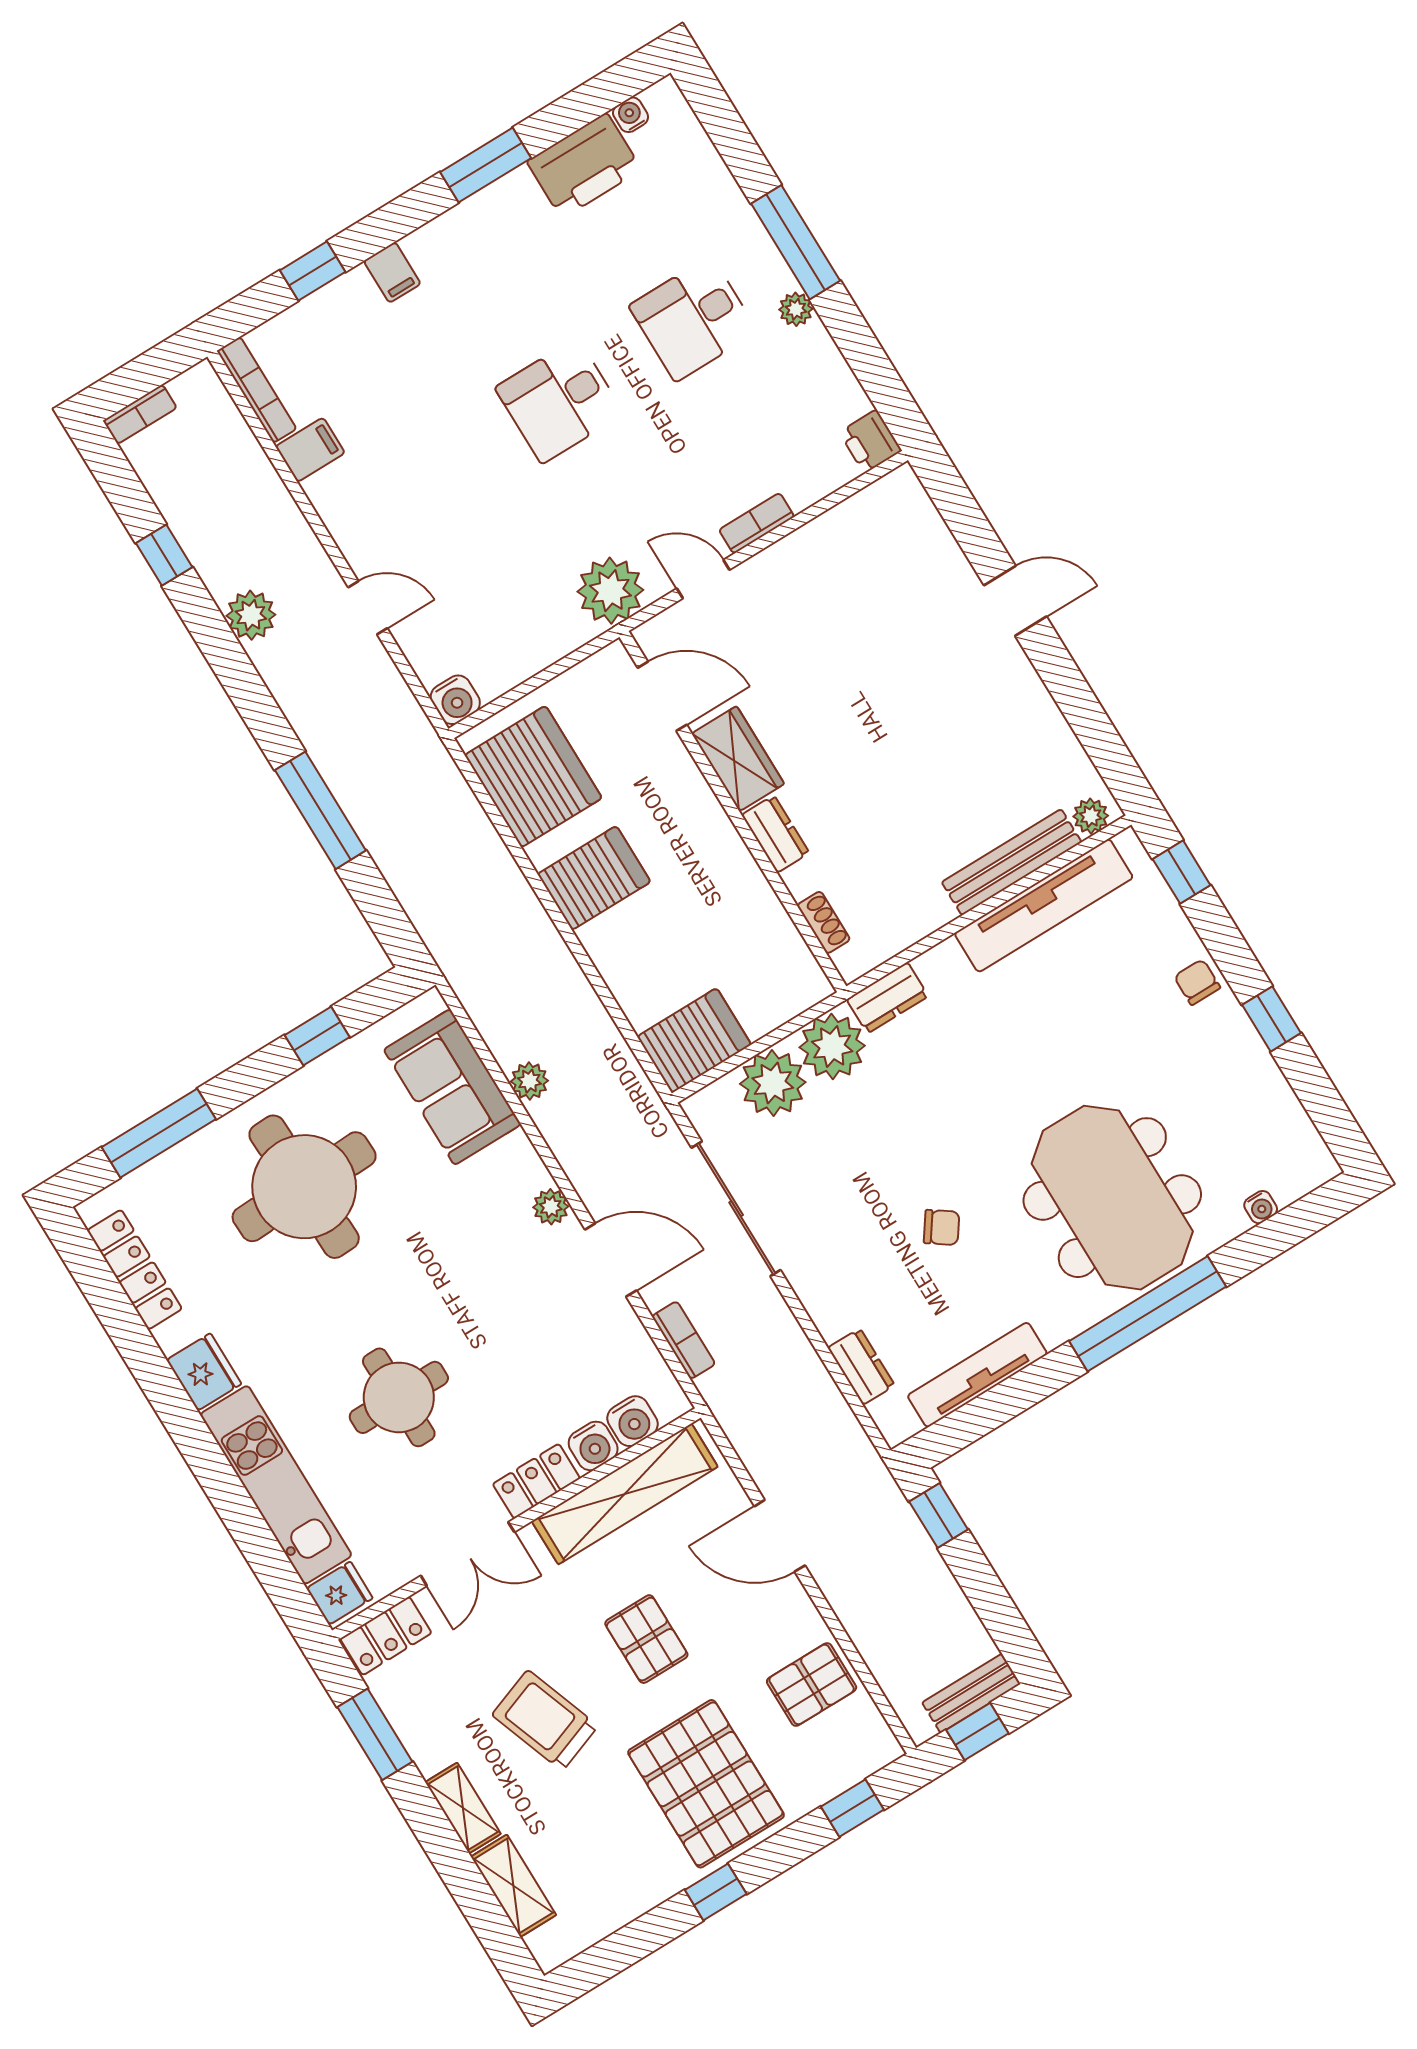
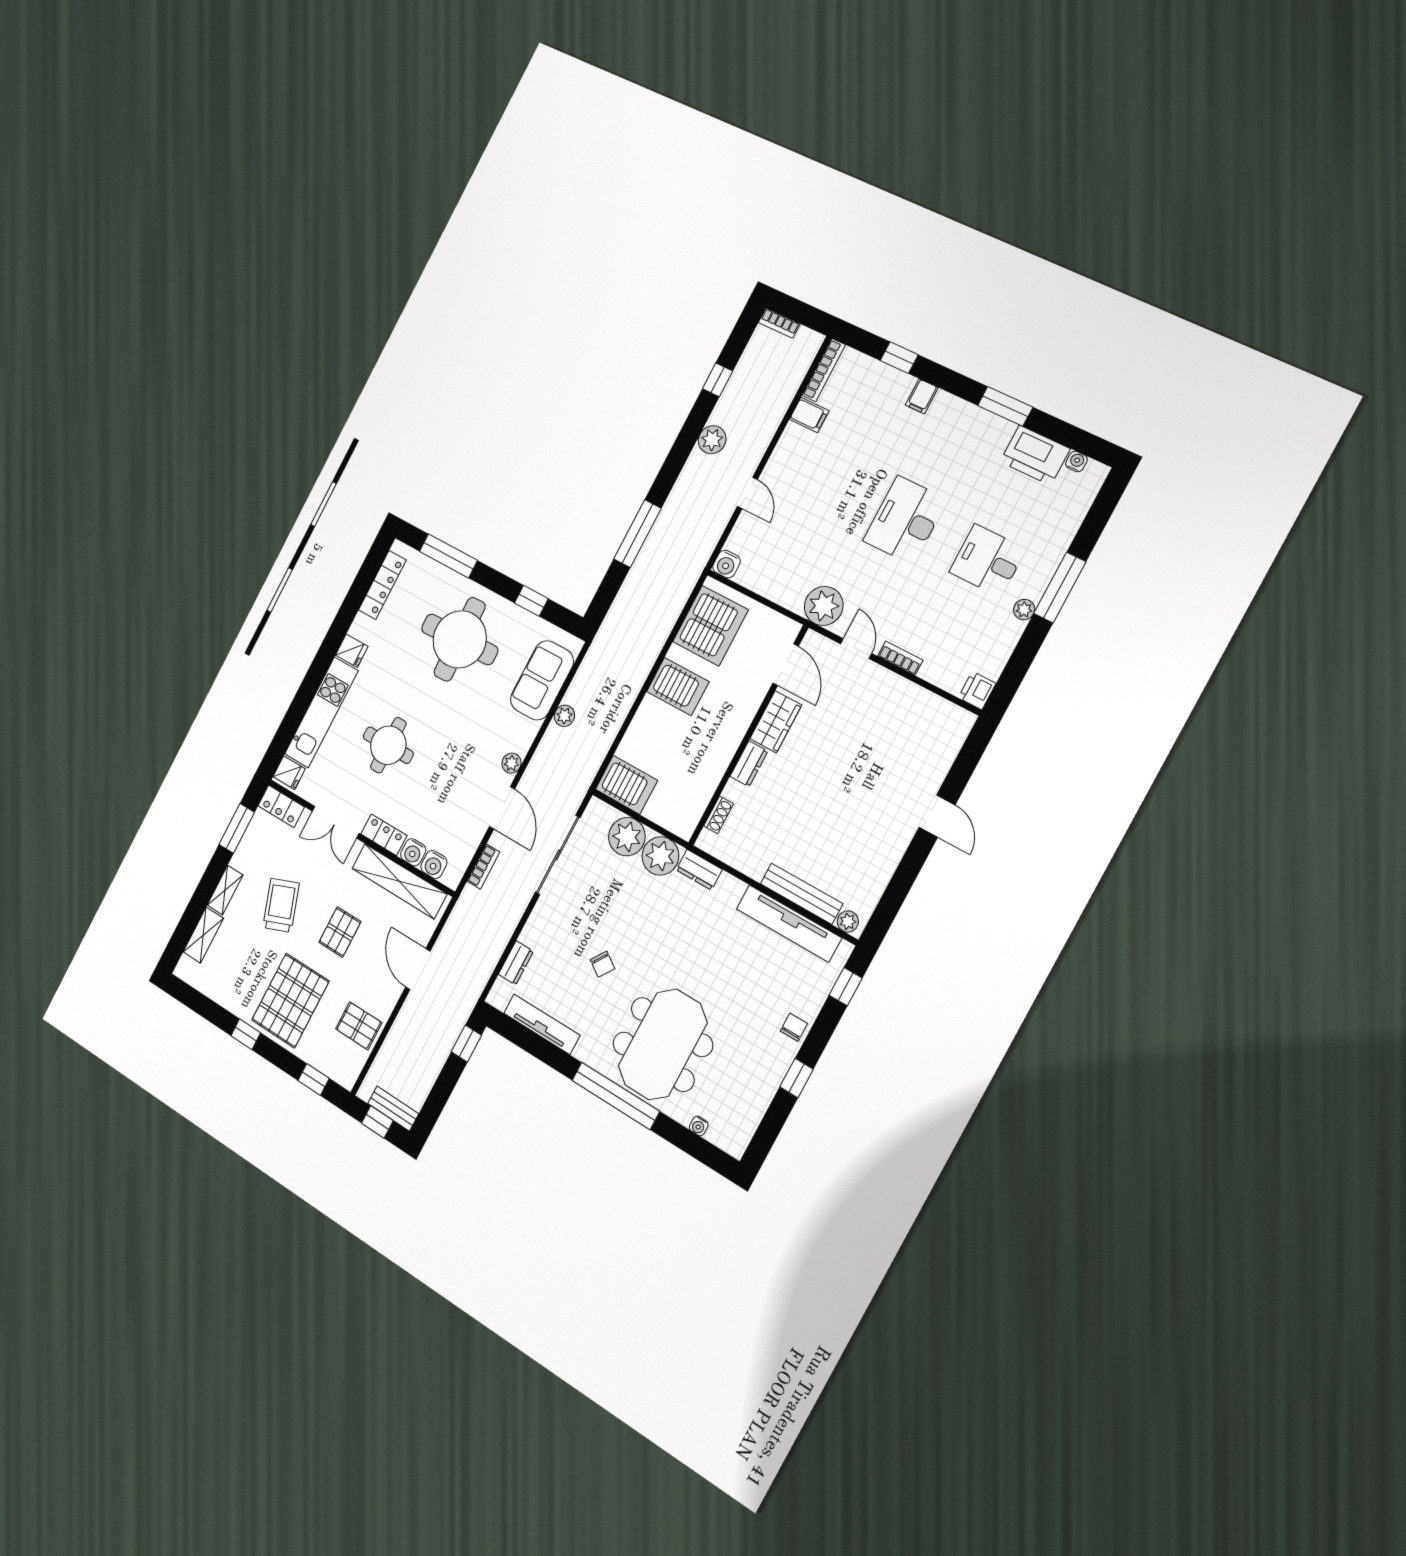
desk: (559, 401) -> (905, 520), width x1.37
fridge: (204, 1372) -> (352, 651), width x0.72

